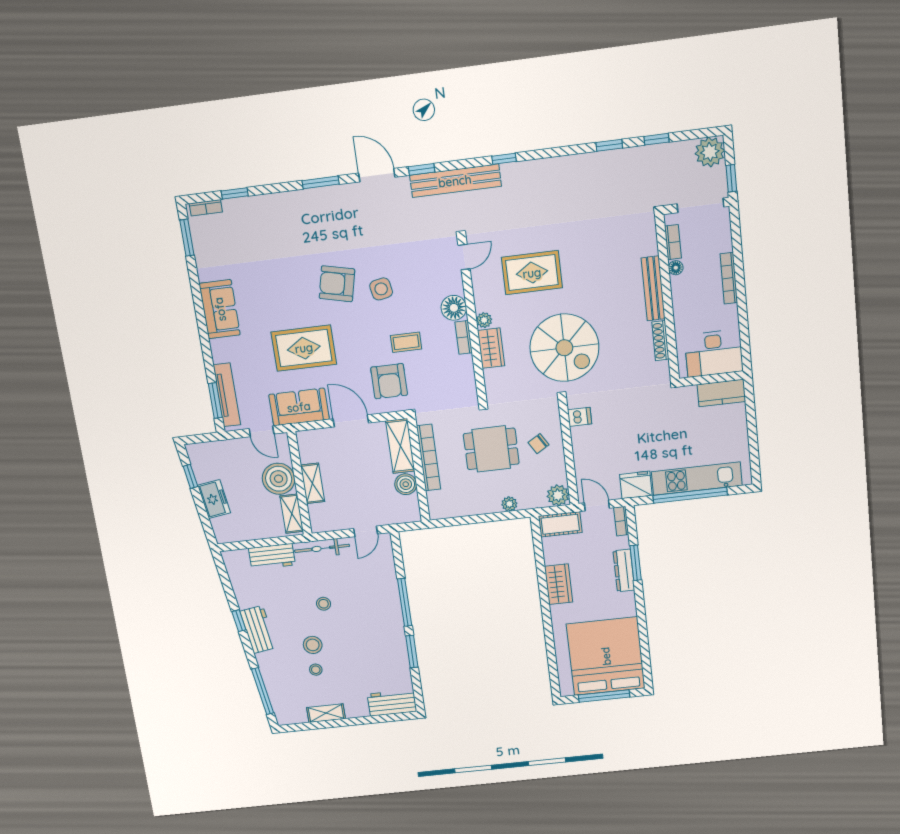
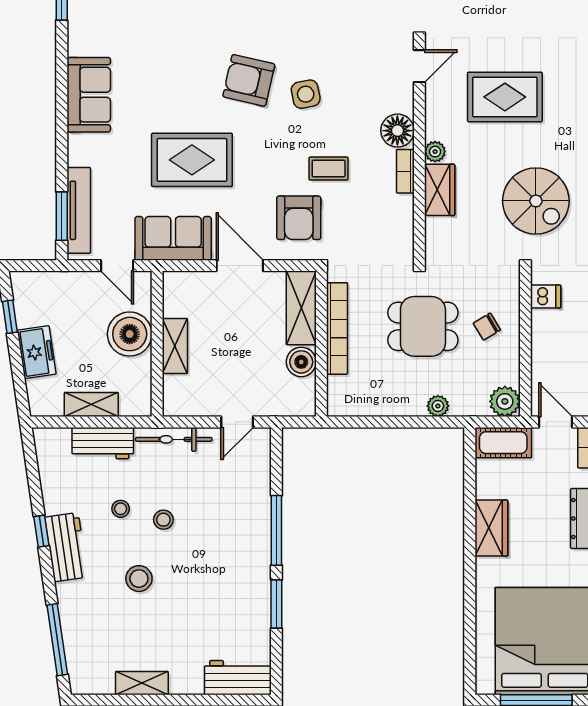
spiral stairs: (564, 348) -> (536, 201), width x0.73, depth x0.73
shelving: (292, 514) -> (91, 405), moved, turned 90
stool: (316, 670) -> (121, 509), moved

